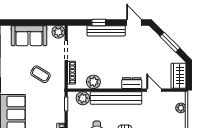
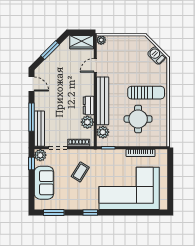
window: (49, 22) -> (32, 163), added
window: (99, 22) -> (32, 117), width x2.17
door: (134, 22) -> (32, 84), swing flipped
bench: (106, 31) -> (39, 129), moved
dresser: (132, 83) -> (89, 105), moved
plant: (181, 108) -> (101, 40), moved

